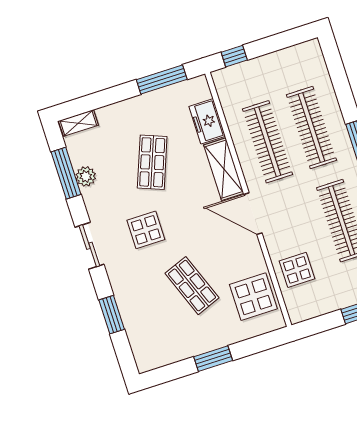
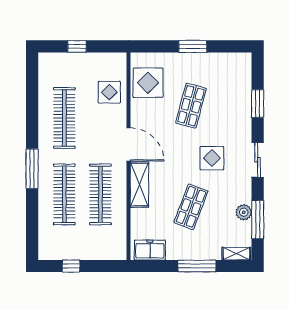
window: (234, 56) -> (71, 266), moved
window: (162, 79) -> (197, 266), moved
freezer: (207, 121) -> (150, 250), moved, turned -90
shop shelf: (192, 286) -> (191, 106), turned 36

